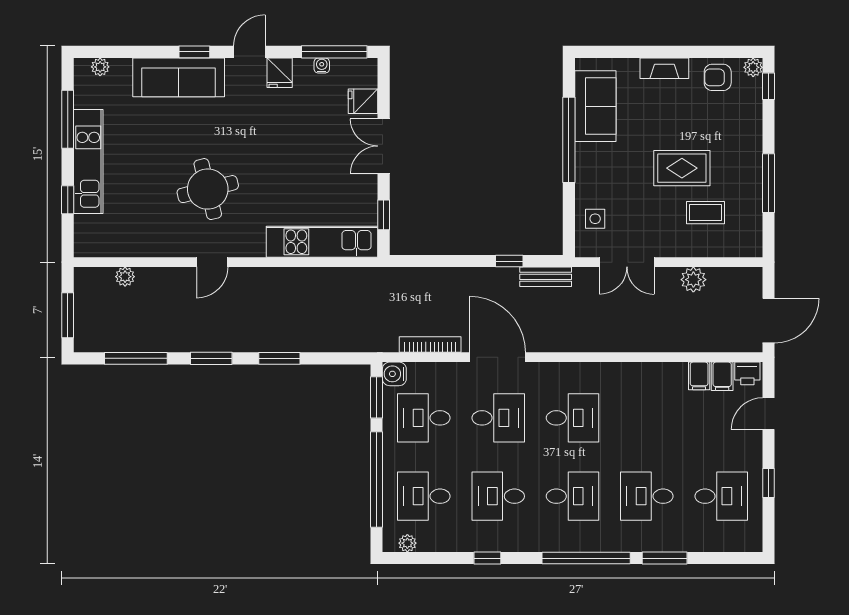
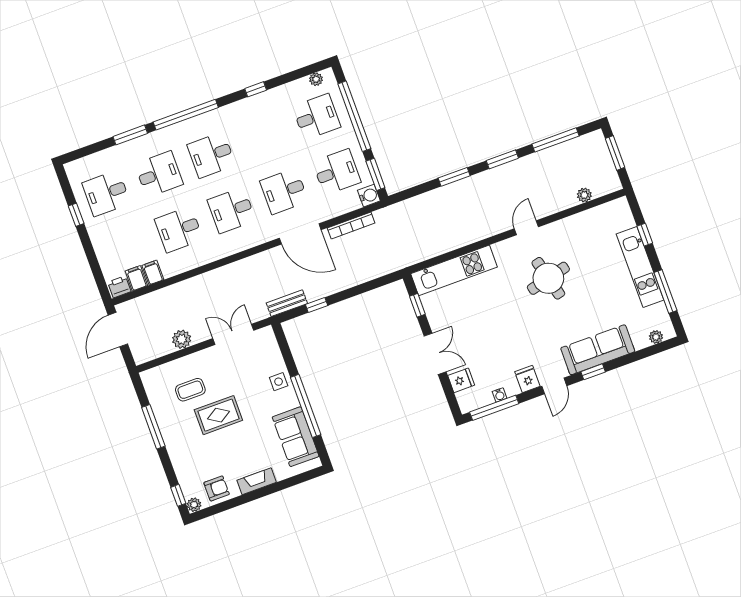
side table: (595, 219) -> (279, 382), moved
door: (769, 414) -> (94, 264), removed
desk: (498, 496) -> (179, 229), moved, turned 180

